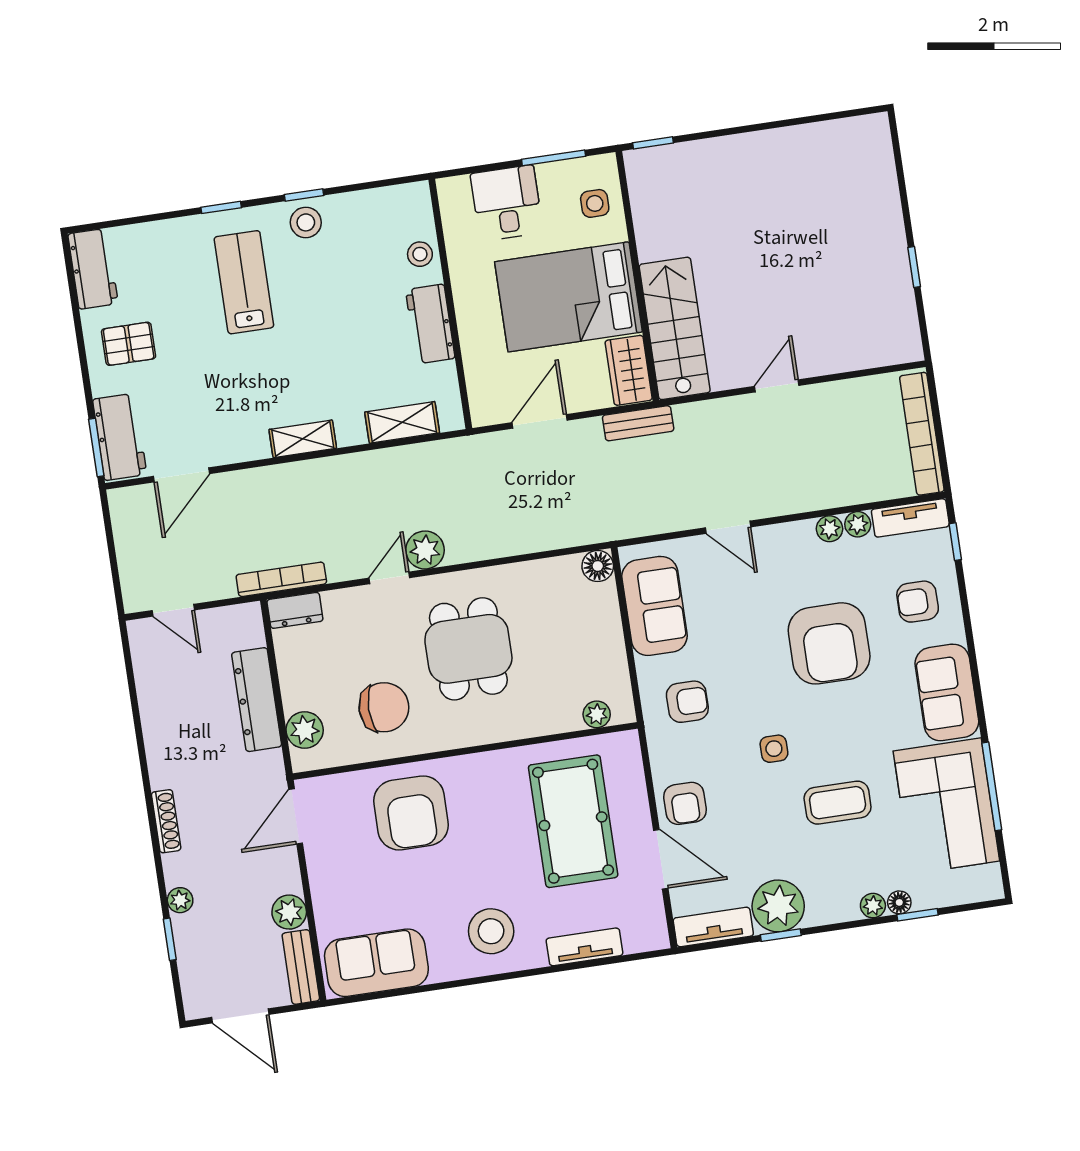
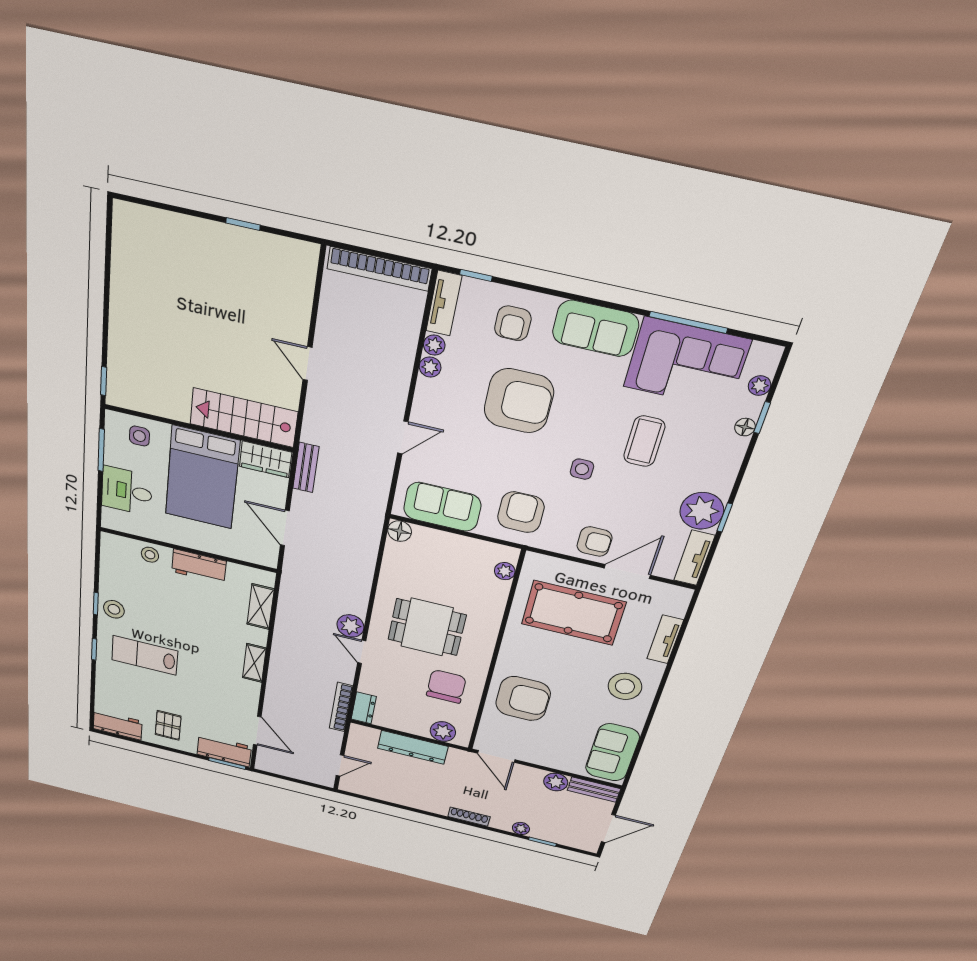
armchair: (687, 702) -> (521, 512), width x1.38, depth x1.38
plant: (873, 906) -> (760, 386), moved

